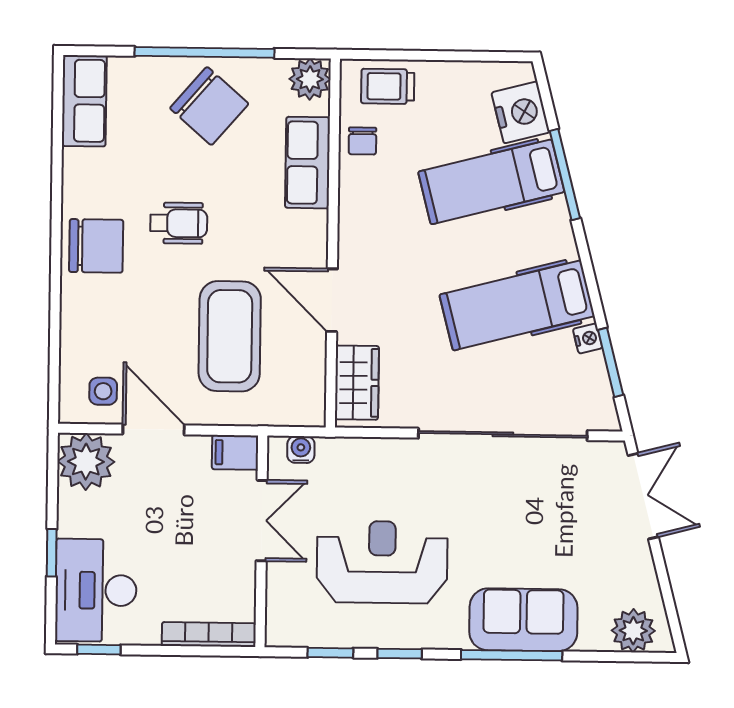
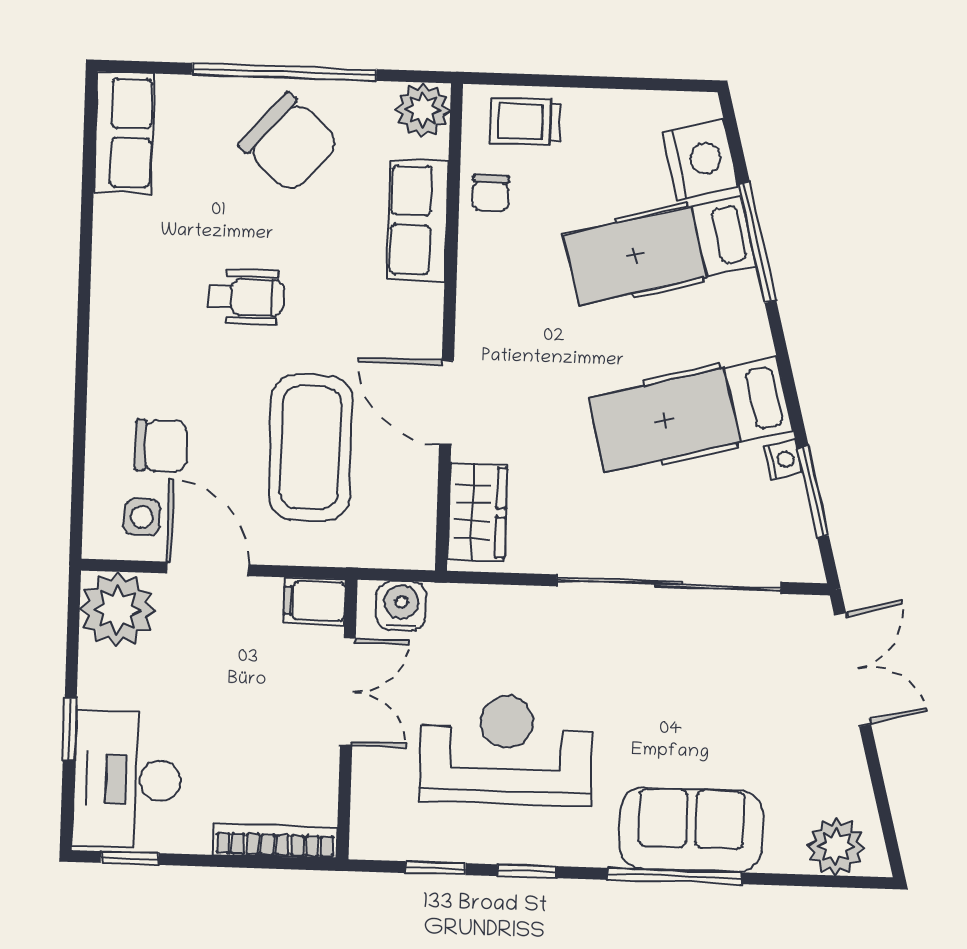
chair: (96, 246) -> (161, 446), moved, width x0.73, depth x0.73
water cooler: (301, 450) -> (401, 606), width x1.38, depth x1.38

